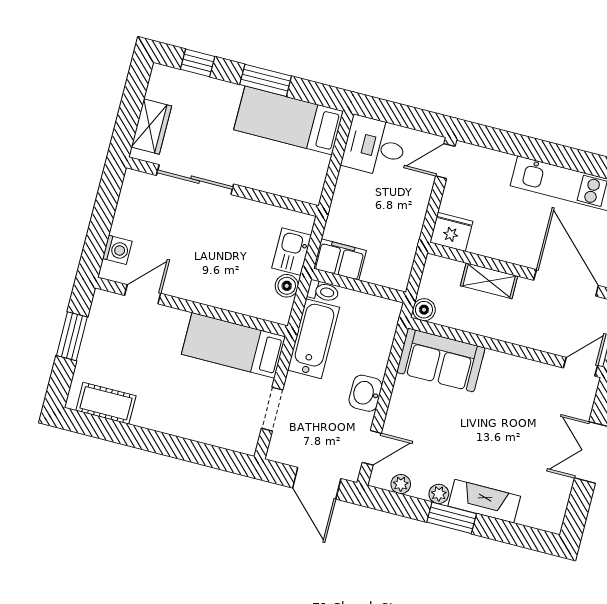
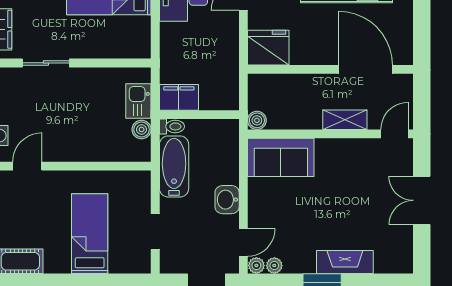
sliding door: (195, 180) -> (46, 63), width x0.73
fridge: (451, 232) -> (268, 48), width x1.36, depth x1.34
shelving: (489, 281) -> (345, 120), moved
bed: (233, 345) -> (90, 234), moved, turned 90
plant: (439, 494) -> (256, 265), moved

